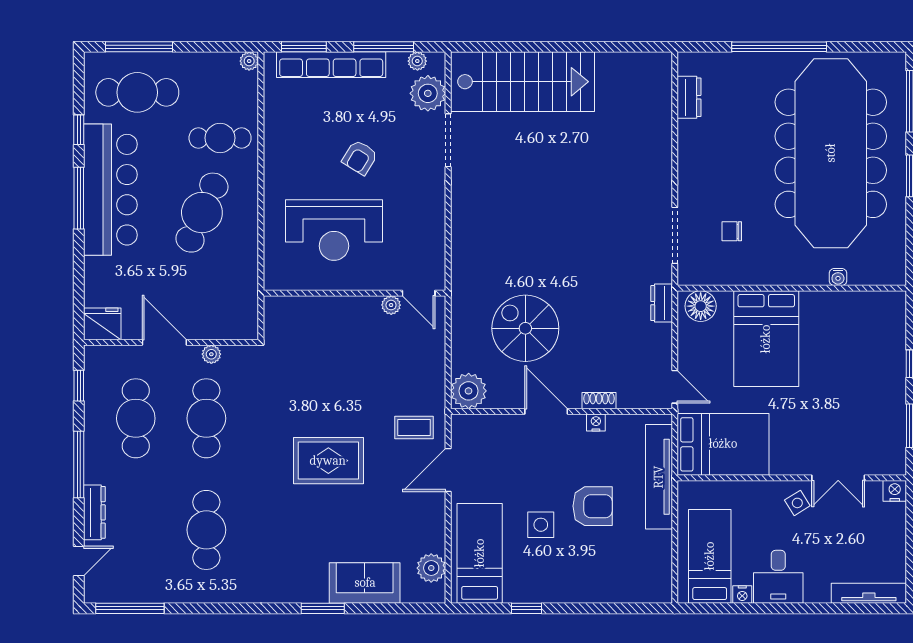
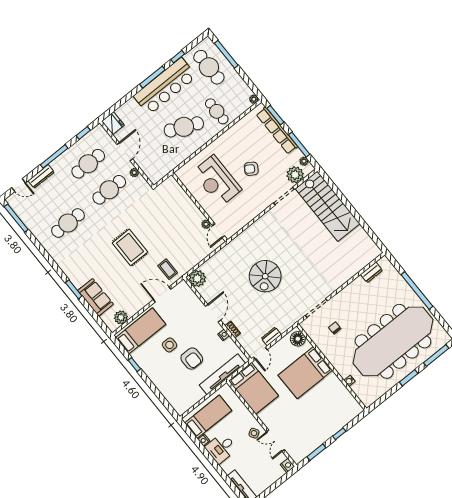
dresser: (662, 303) -> (271, 336), moved
spiral stairs: (525, 328) -> (265, 276), moved, turned 180

